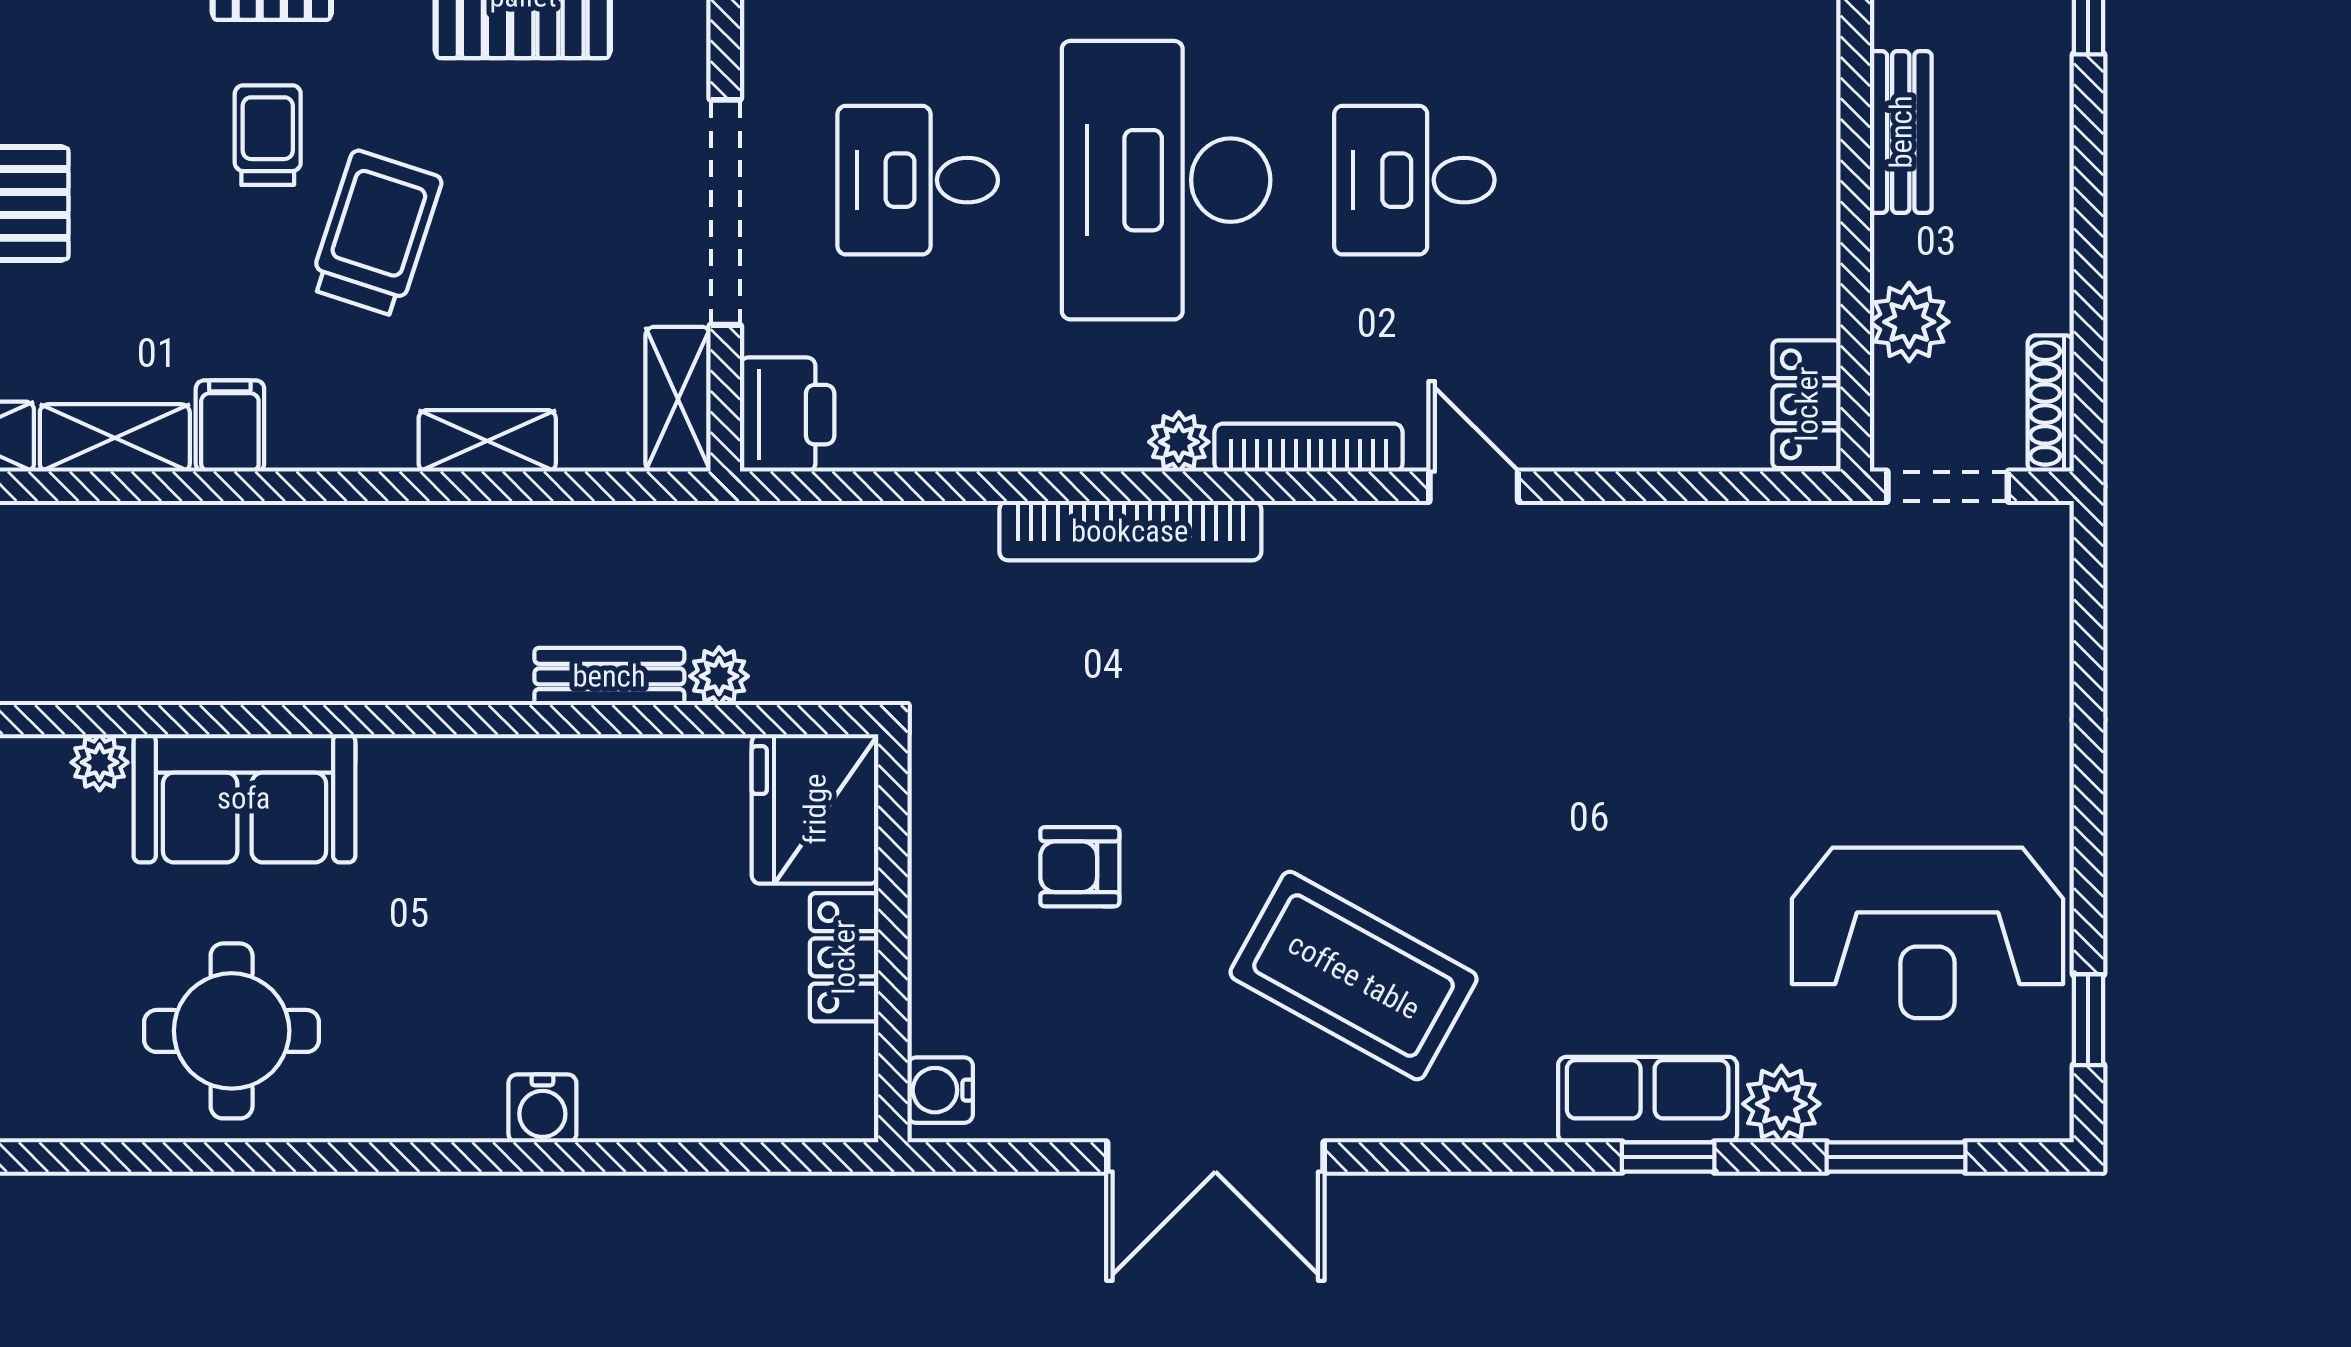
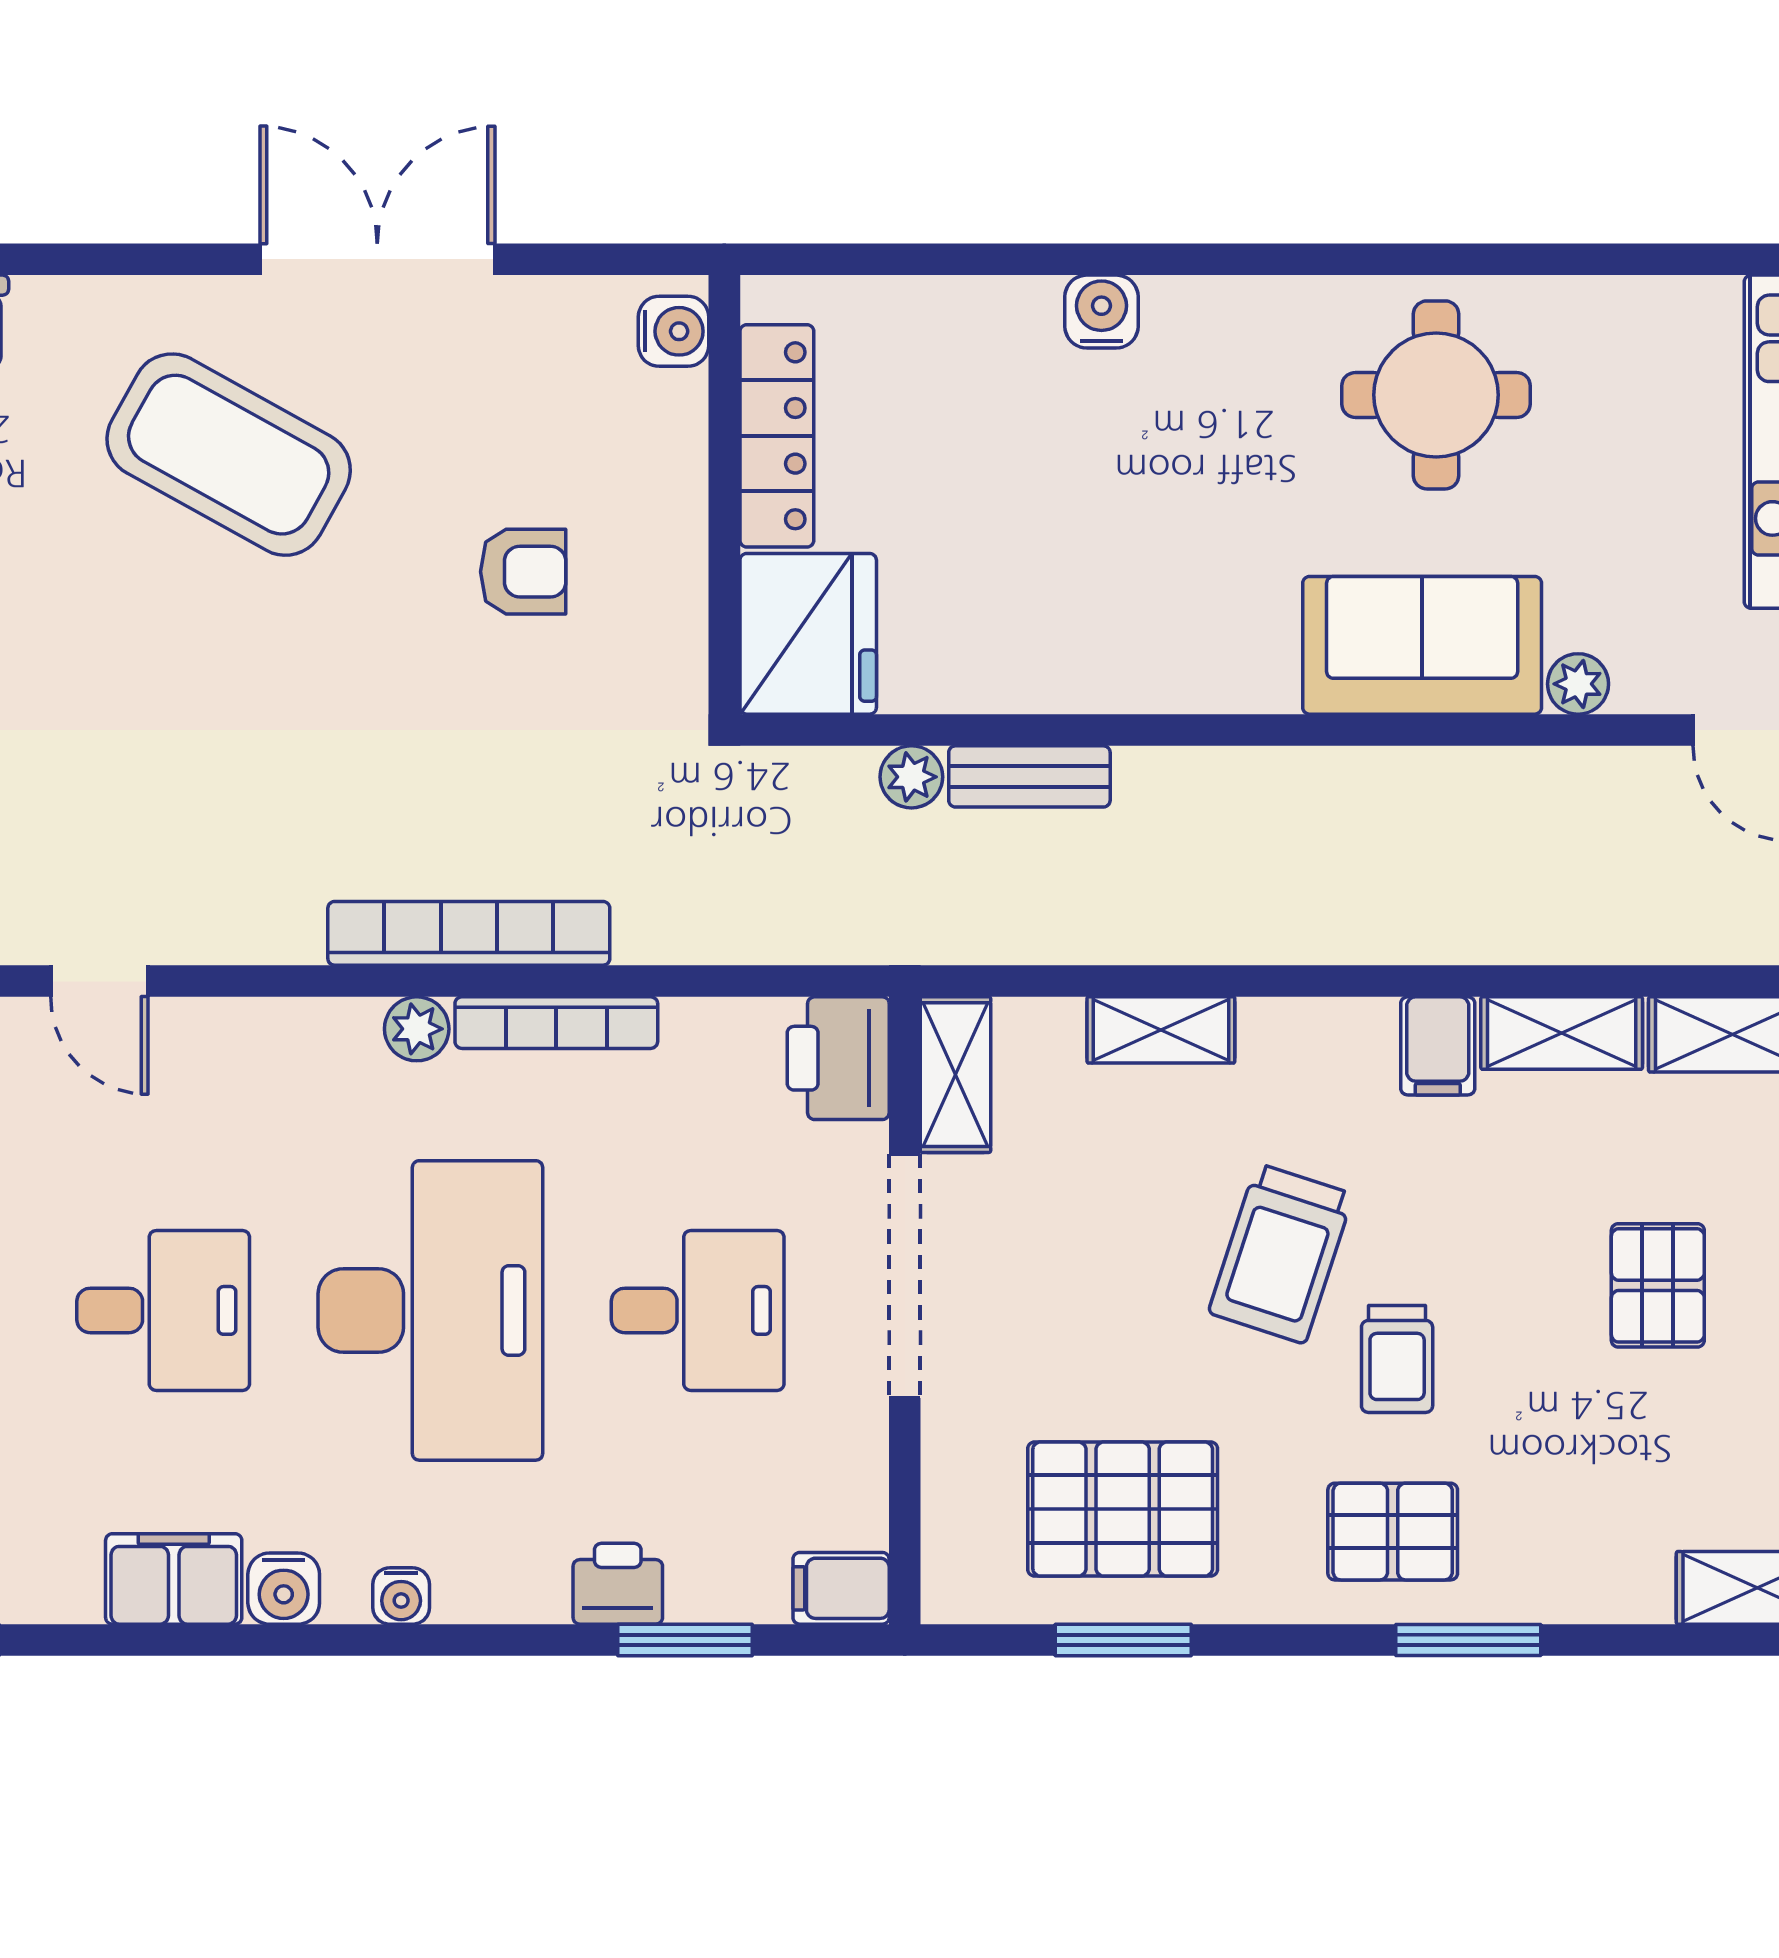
bookcase: (1309, 448) -> (556, 1023), moved
locker: (844, 957) -> (777, 436), width x1.53

